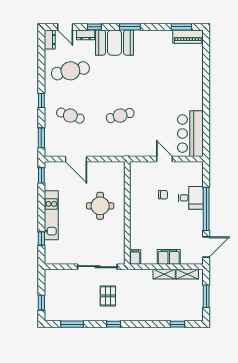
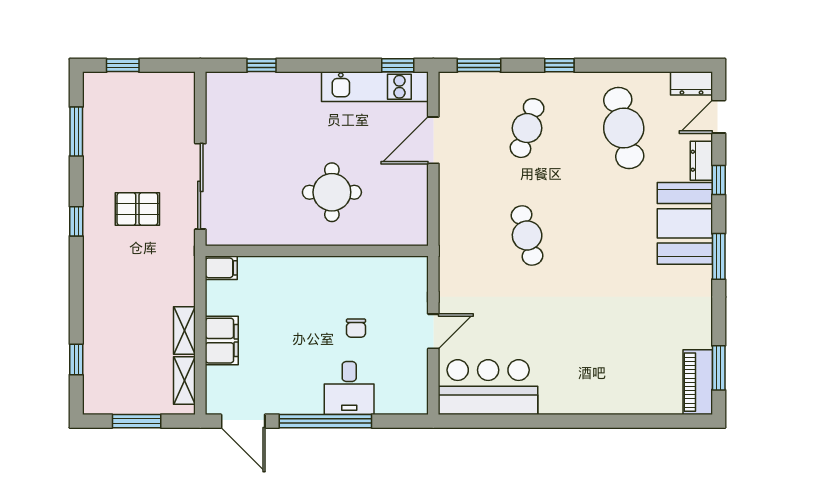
kitchen unit: (51, 215) -> (375, 87), moved

